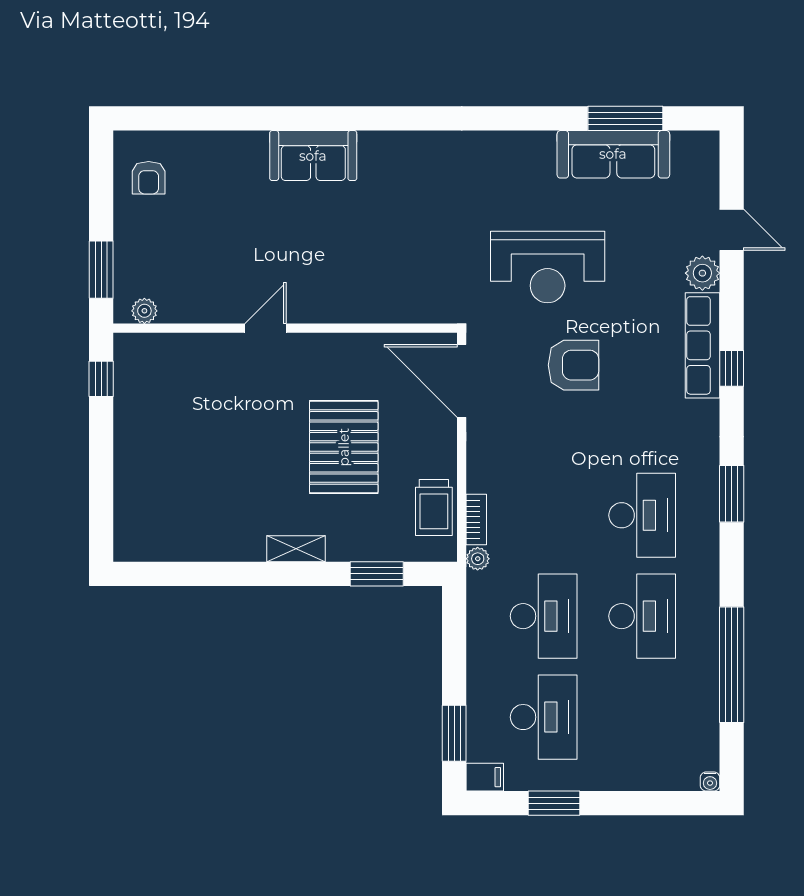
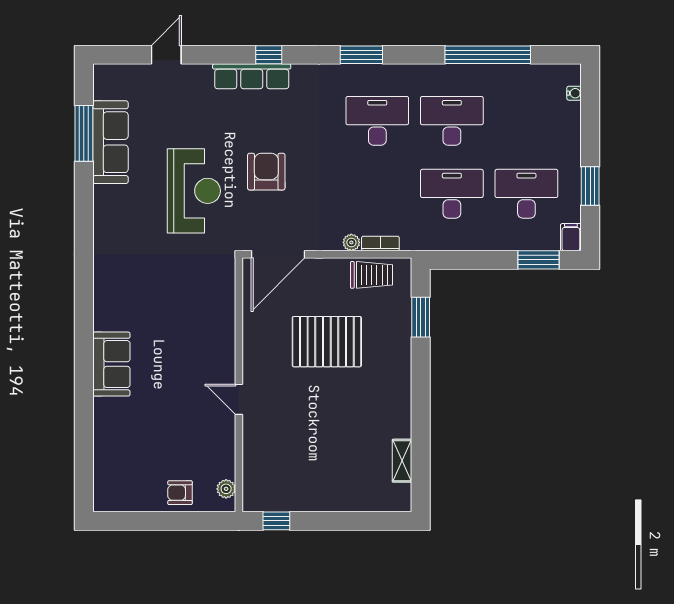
armchair: (149, 178) -> (180, 493), moved, turned 180
window: (101, 270) -> (196, 521), removed
plant: (702, 273) -> (198, 76), removed
shelving: (296, 549) -> (402, 461), moved
plant: (478, 559) -> (351, 242), moved
water cooler: (710, 782) -> (574, 93), moved

